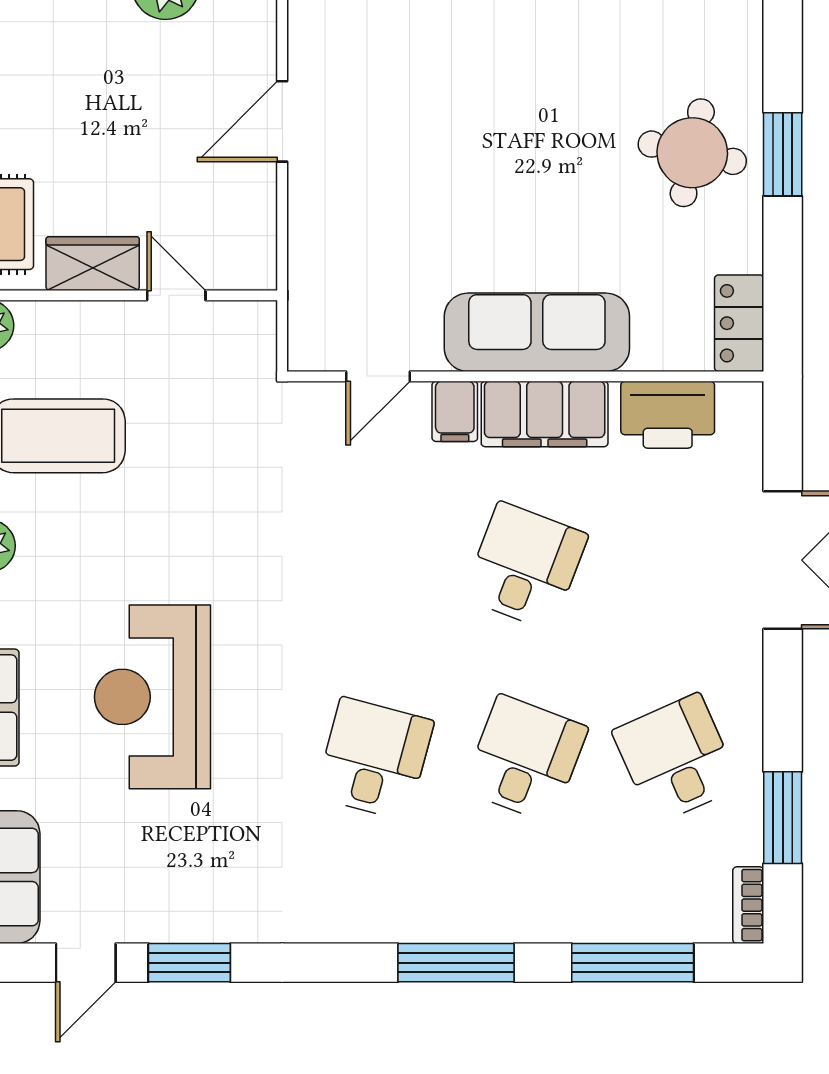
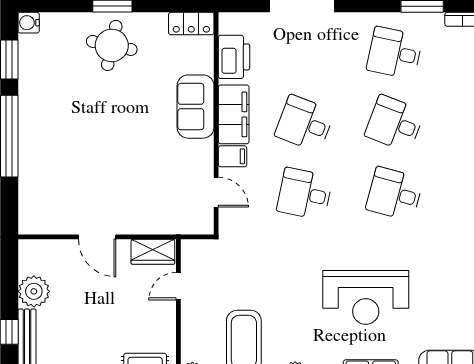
wardrobe: (93, 264) -> (153, 252), moved, turned -90
sofa: (537, 332) -> (196, 107), width x0.73
desk: (374, 566) -> (305, 194), added
desk: (676, 759) -> (395, 53), turned 36

